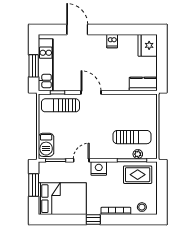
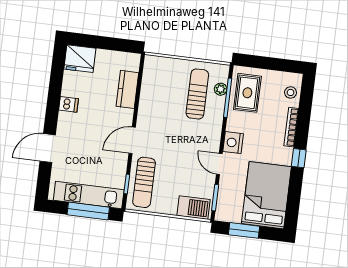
window: (34, 66) -> (88, 211), width x1.44
kitchen counter: (143, 84) -> (127, 89), moved

